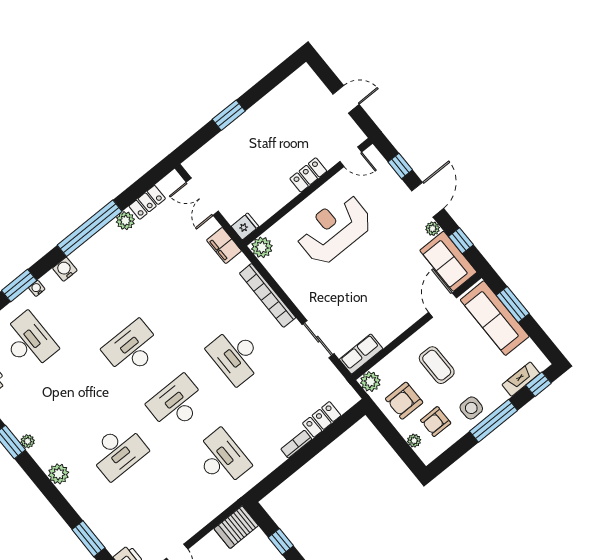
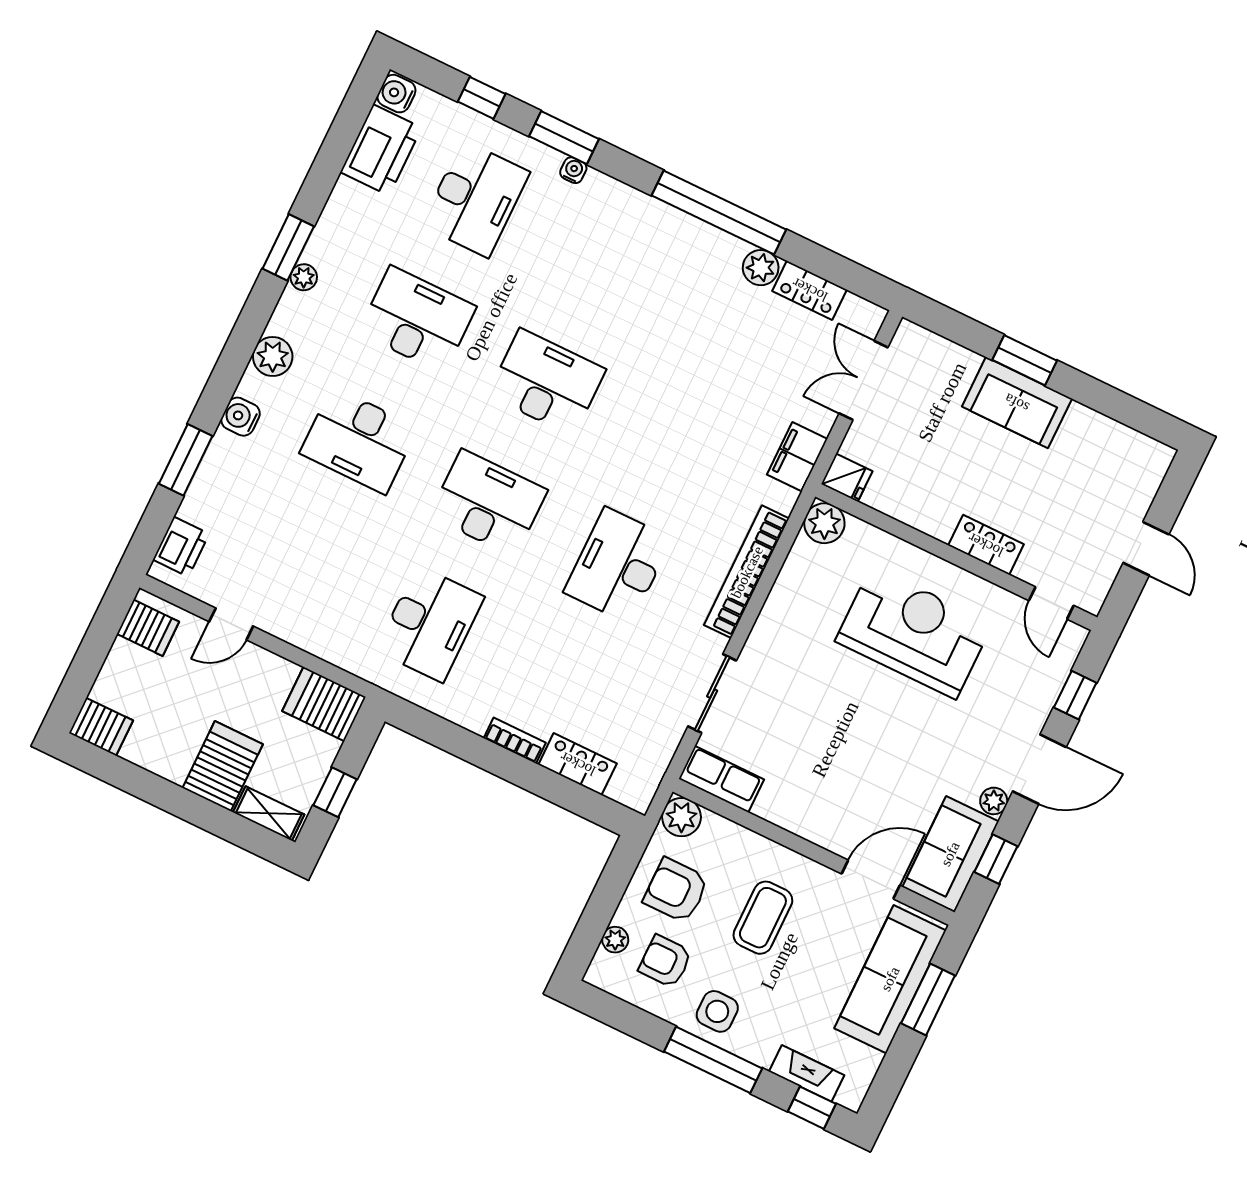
sofa: (247, 128) -> (1017, 403), added
water cooler: (65, 269) -> (240, 417), moved, turned -90
desk: (73, 396) -> (417, 320), added

